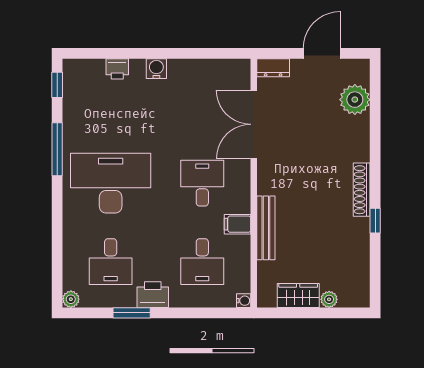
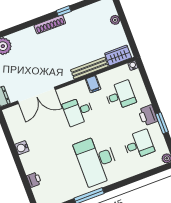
water cooler: (156, 69) -> (22, 148), moved
wardrobe: (298, 296) -> (118, 55), moved, turned 90

